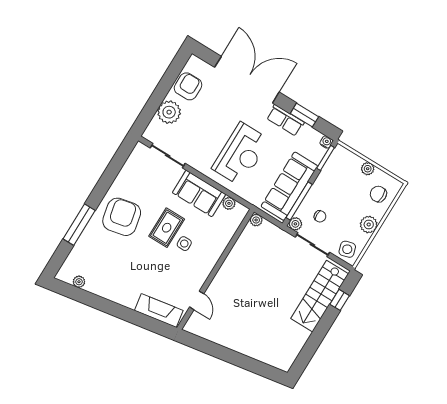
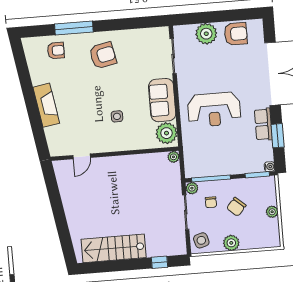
sofa: (289, 186) -> (217, 163), removed
chair: (378, 194) -> (236, 207), moved, turned -139
plant: (229, 203) -> (166, 133), width x1.88, depth x1.88
armchair: (122, 217) -> (103, 55), width x0.73, depth x0.73
rug: (167, 228) -> (119, 95), removed
armchair: (87, 255) -> (56, 51), added
plant: (79, 282) -> (31, 59), removed
stairs: (320, 296) -> (114, 248), moved
fireplace: (159, 311) -> (46, 105), moved

